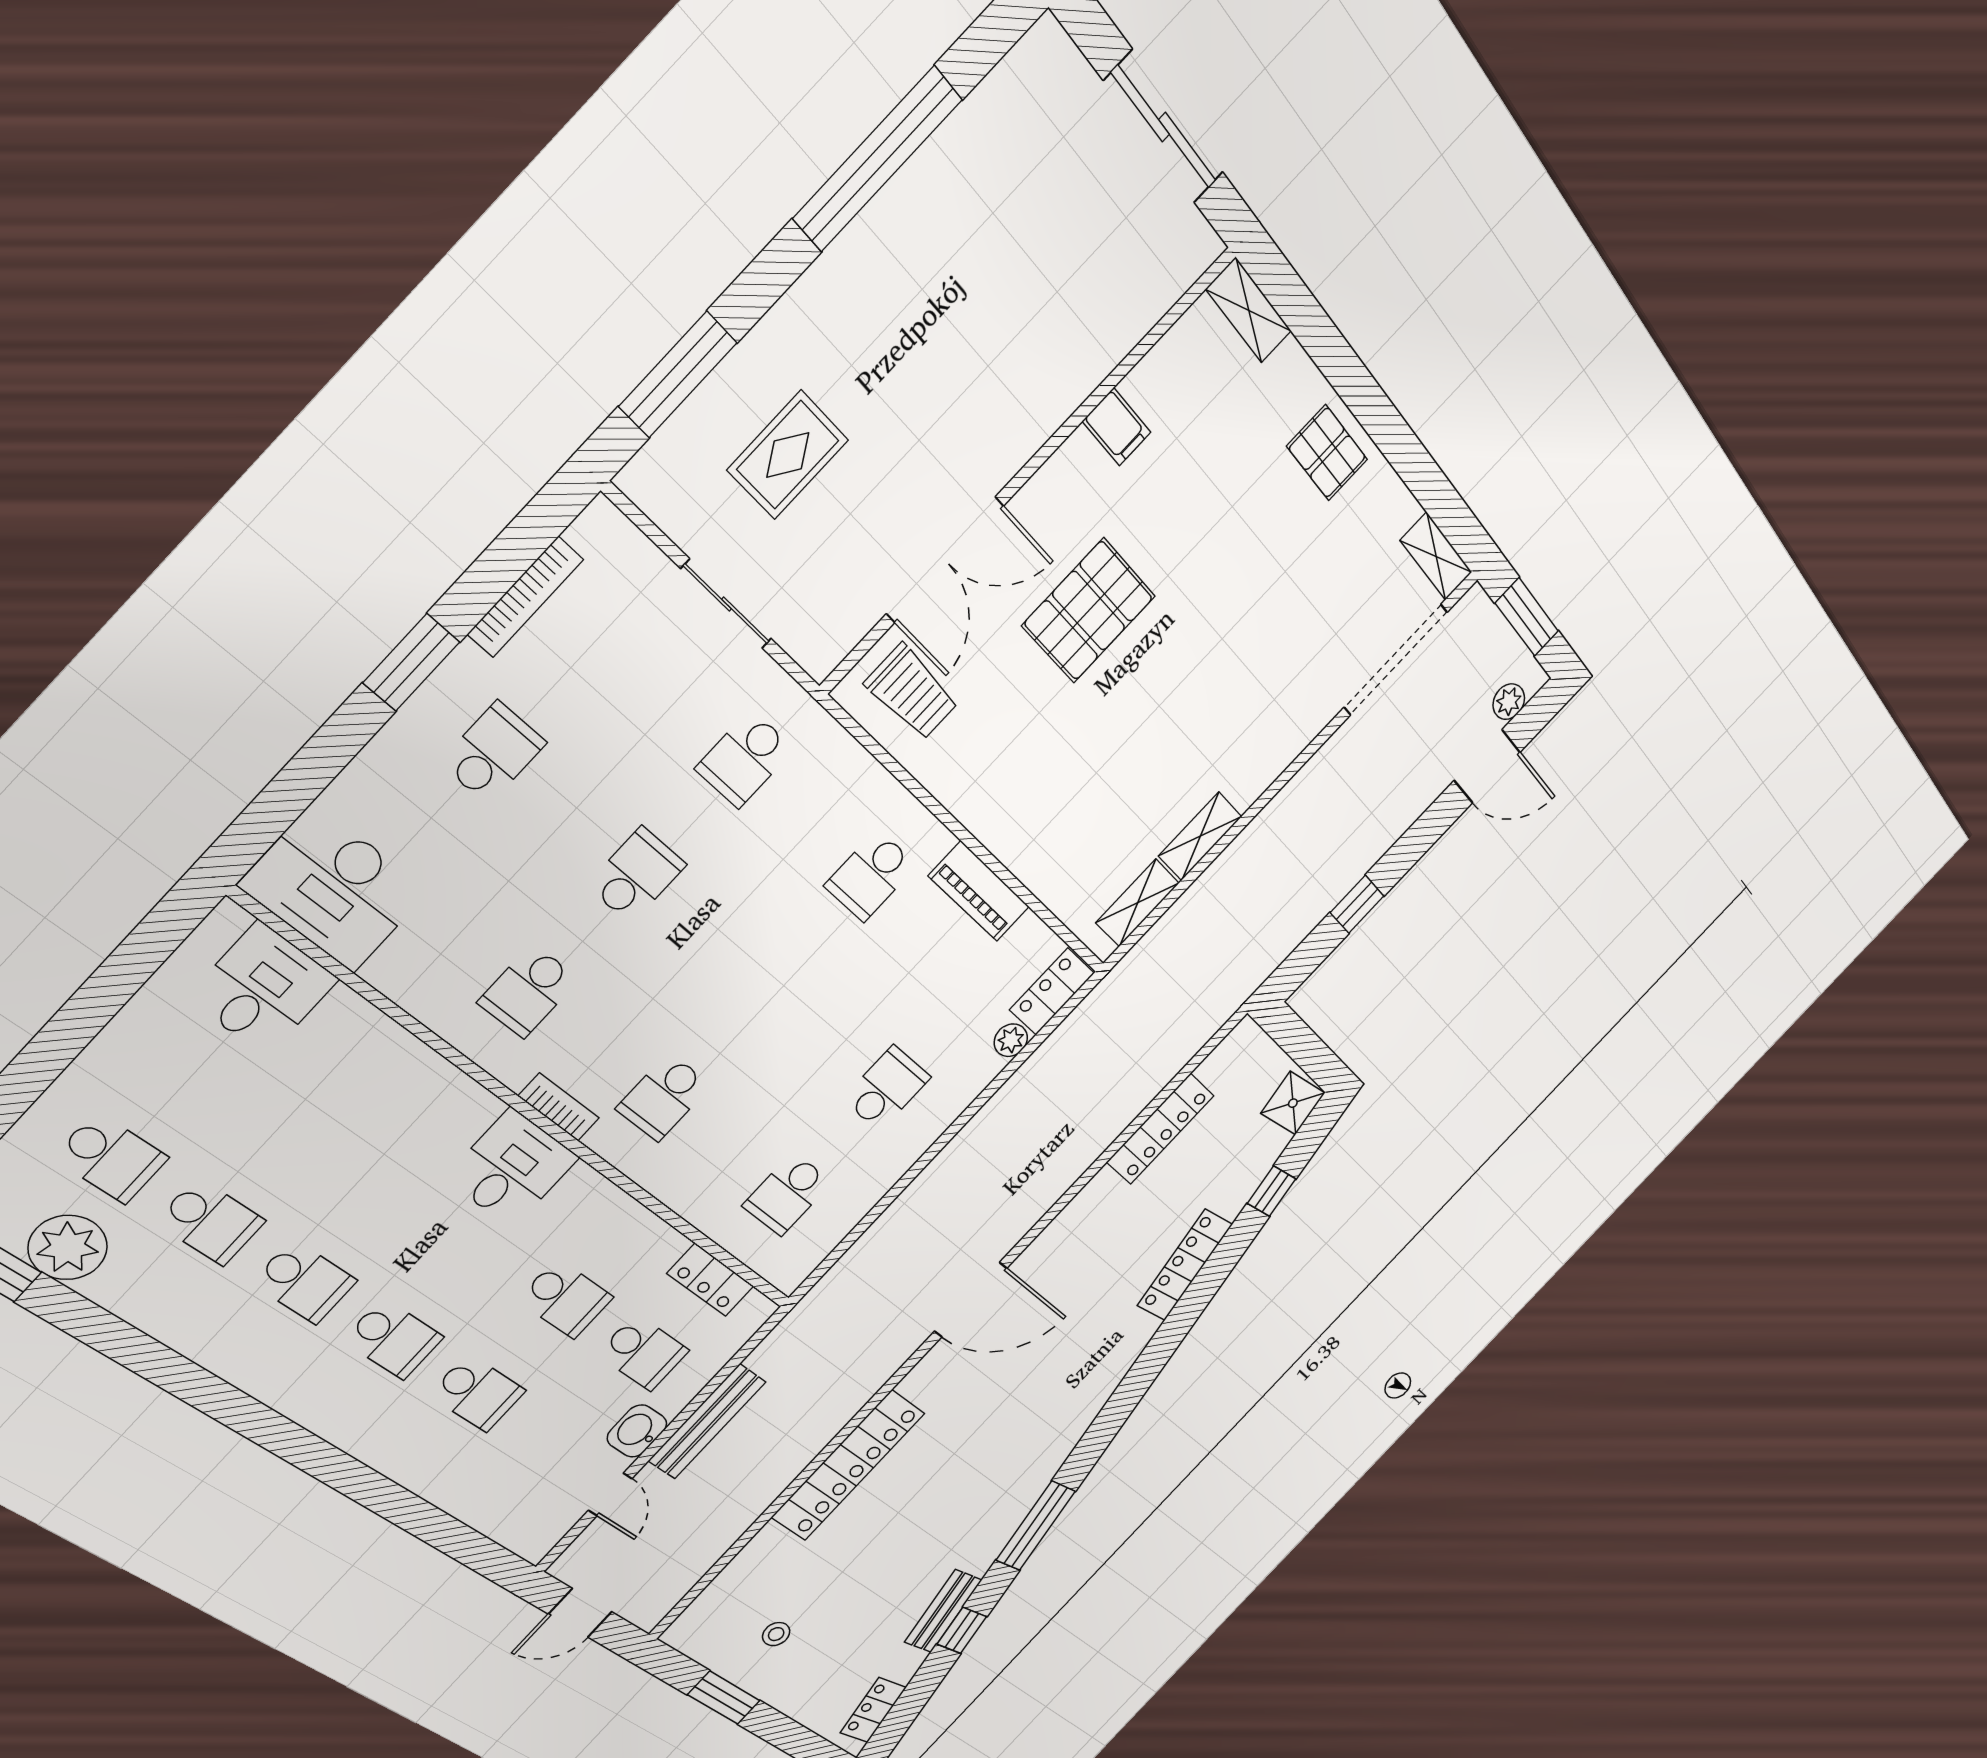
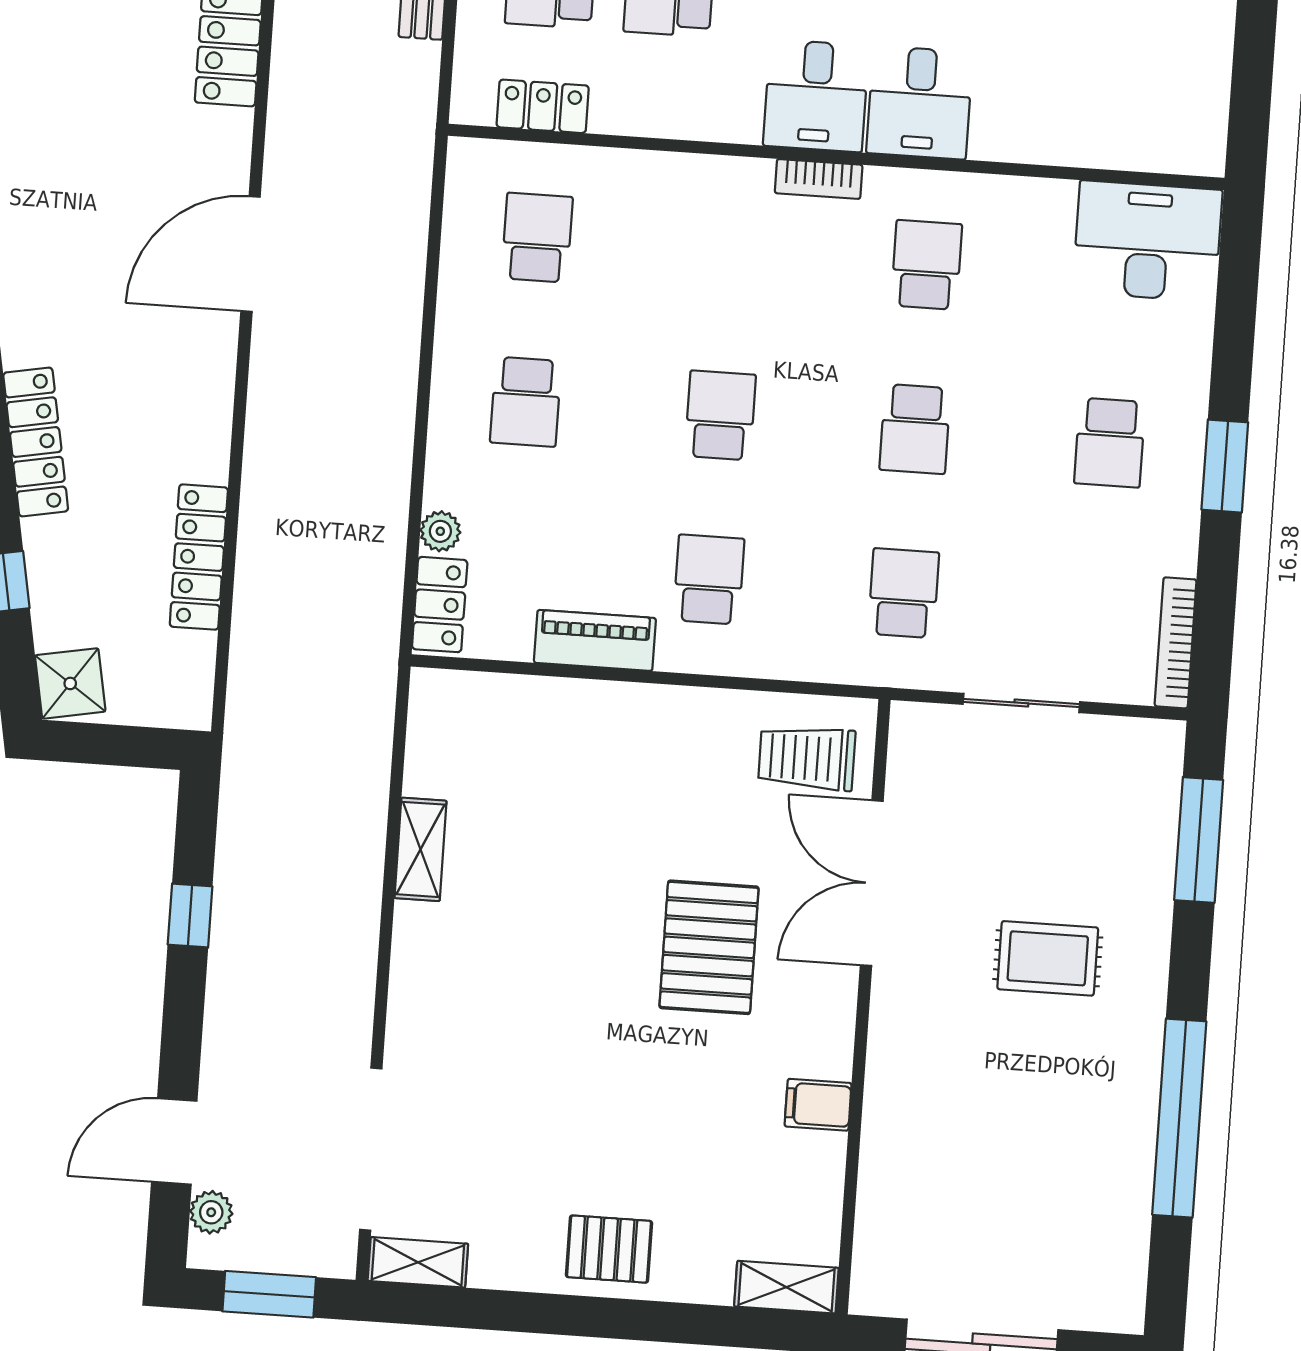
rug: (788, 455) -> (1048, 958), moved, turned 90
bookcase: (525, 597) -> (1176, 643), moved
shelving: (1137, 903) -> (428, 745), removed
desk: (263, 989) -> (919, 103), moved
school desk: (664, 1097) -> (720, 415), moved

